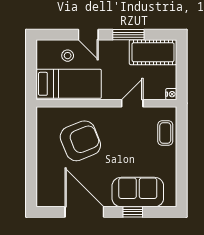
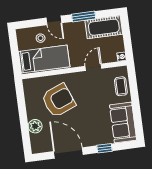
plant: (45, 171) -> (35, 126), added
sofa: (138, 192) -> (123, 123), moved, turned -90

